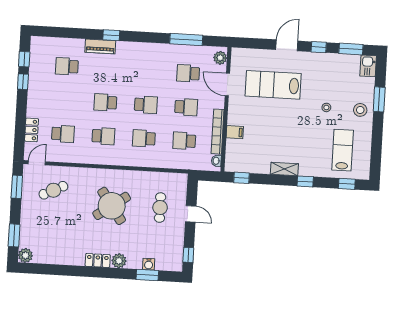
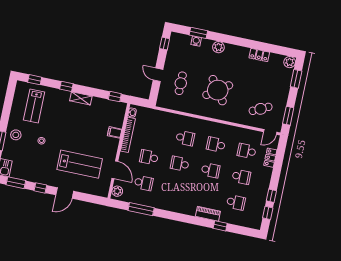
window: (111, 35) -> (220, 226), moved
school desk: (184, 141) -> (241, 177), moved
locker: (98, 260) -> (259, 55), moved

